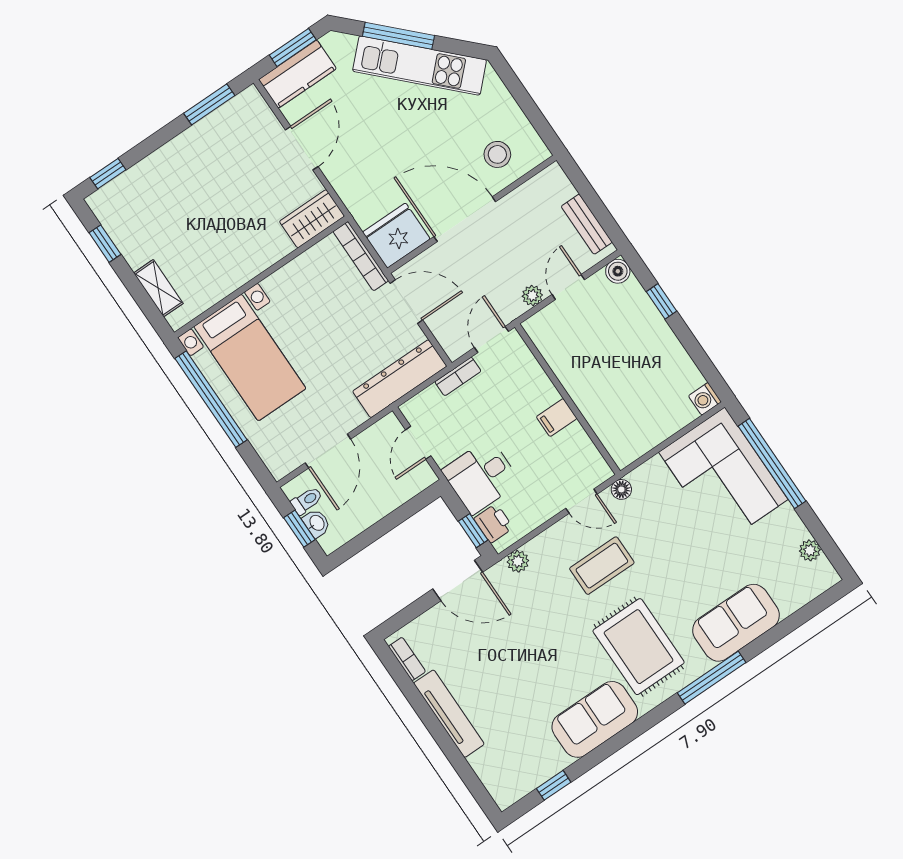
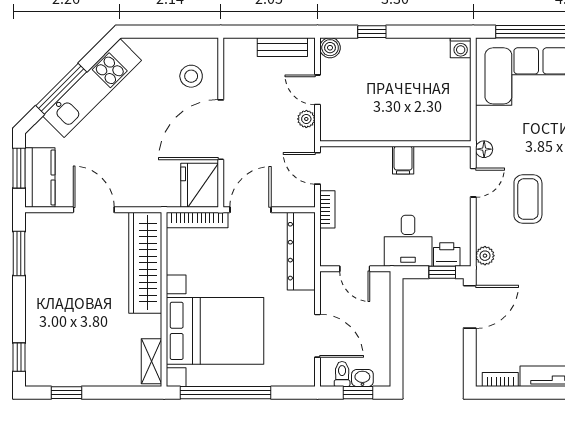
wardrobe: (312, 219) -> (145, 263), width x2.10, depth x1.17
shelving: (158, 288) -> (152, 361), moved, turned 90
bed with nightstands: (250, 358) -> (215, 331), width x1.36

